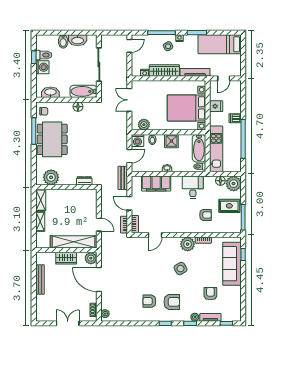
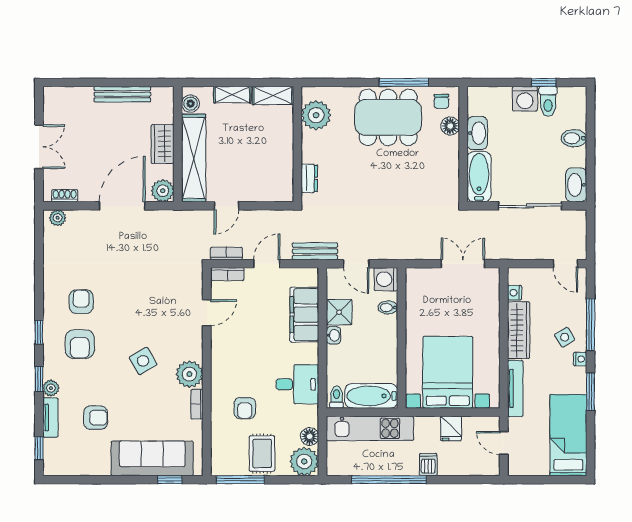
washbasin: (78, 40) -> (576, 185), moved
washbasin: (50, 92) -> (477, 133), moved
floor lamp: (78, 107) -> (450, 126), moved
plant: (144, 125) -> (416, 291), removed
shower: (171, 141) -> (339, 312), moved
door: (155, 235) -> (207, 313), swing flipped
boiler: (45, 244) -> (191, 104), added

